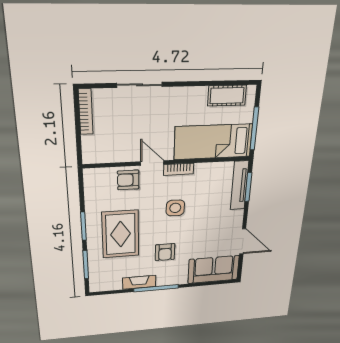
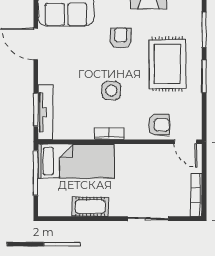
cot: (227, 96) -> (90, 207), moved
door: (152, 163) -> (185, 142), moved

